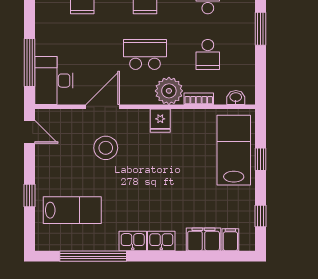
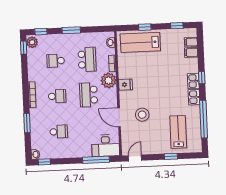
school desk: (208, 54) -> (87, 59), width x1.85
filing cabinet: (204, 239) -> (191, 52), width x0.50
window: (167, 256) -> (202, 78), added

